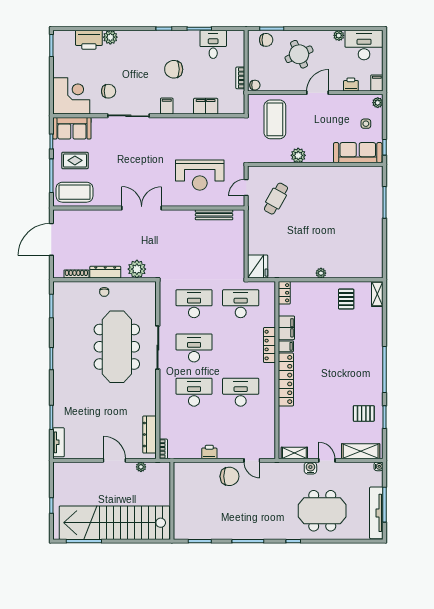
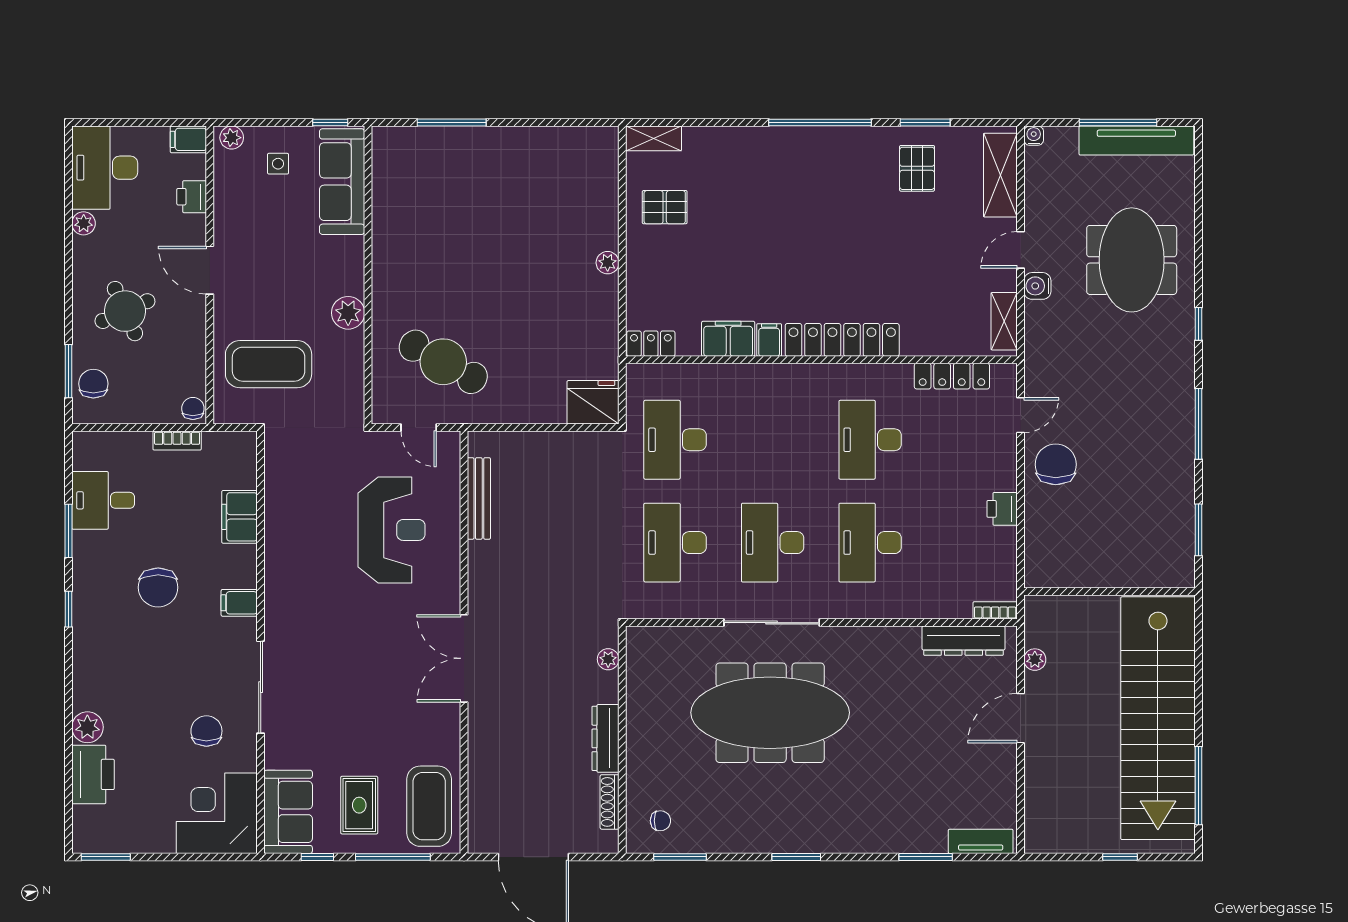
cafe table: (276, 199) -> (443, 362), width x1.37, depth x1.35
plant: (137, 269) -> (608, 659), width x0.53, depth x0.53
chair: (104, 292) -> (660, 821), moved
locker: (270, 345) -> (952, 376), moved

